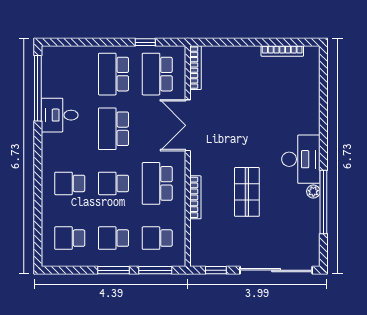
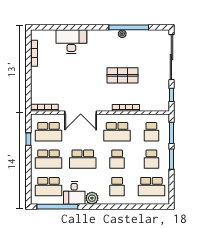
school desk: (70, 74) -> (48, 187), added
plant: (51, 143) -> (92, 198), added
desk: (301, 159) -> (71, 42), moved
school desk: (70, 238) -> (151, 187), width x1.85

